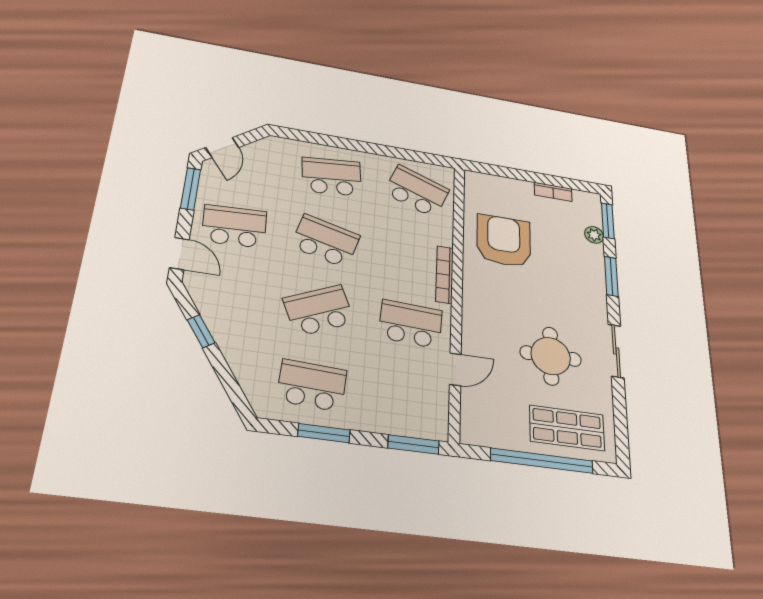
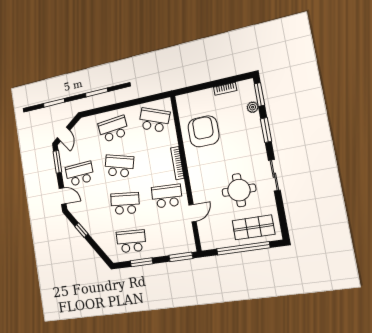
school desk: (319, 310) -> (125, 203), turned 30

